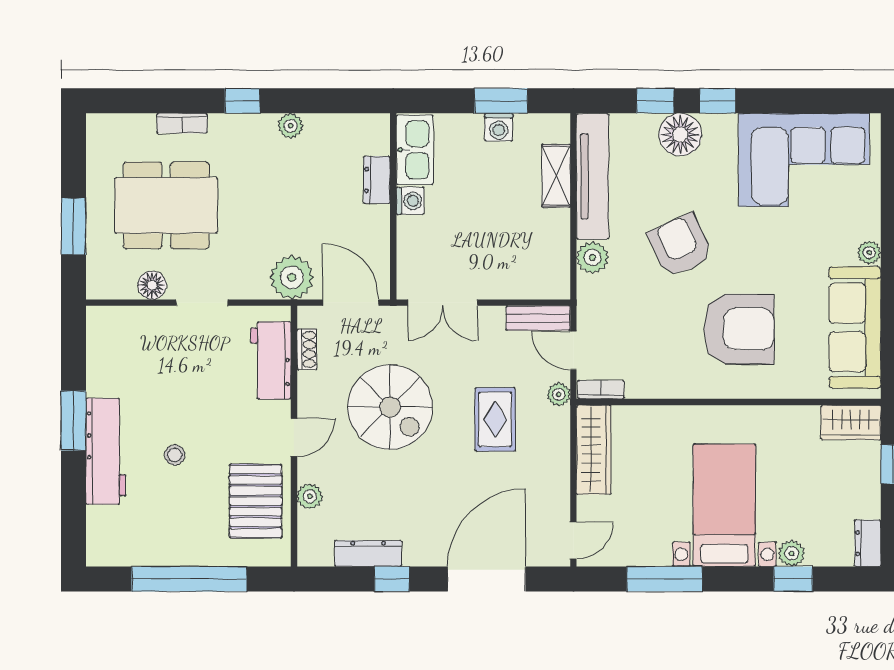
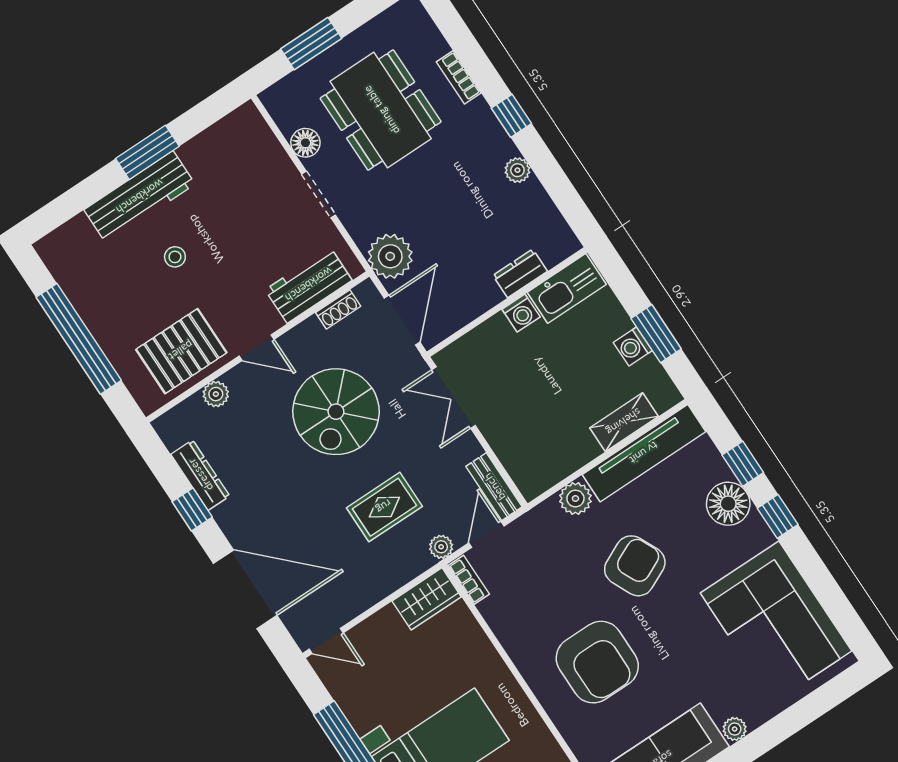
wardrobe: (594, 450) -> (427, 599), width x0.67

